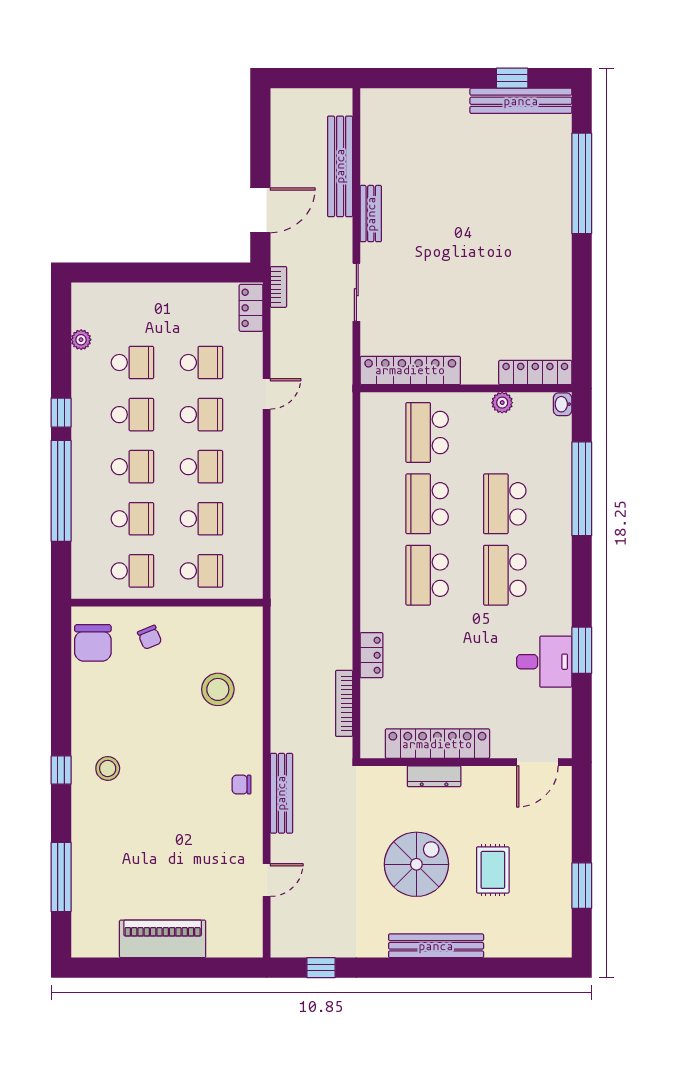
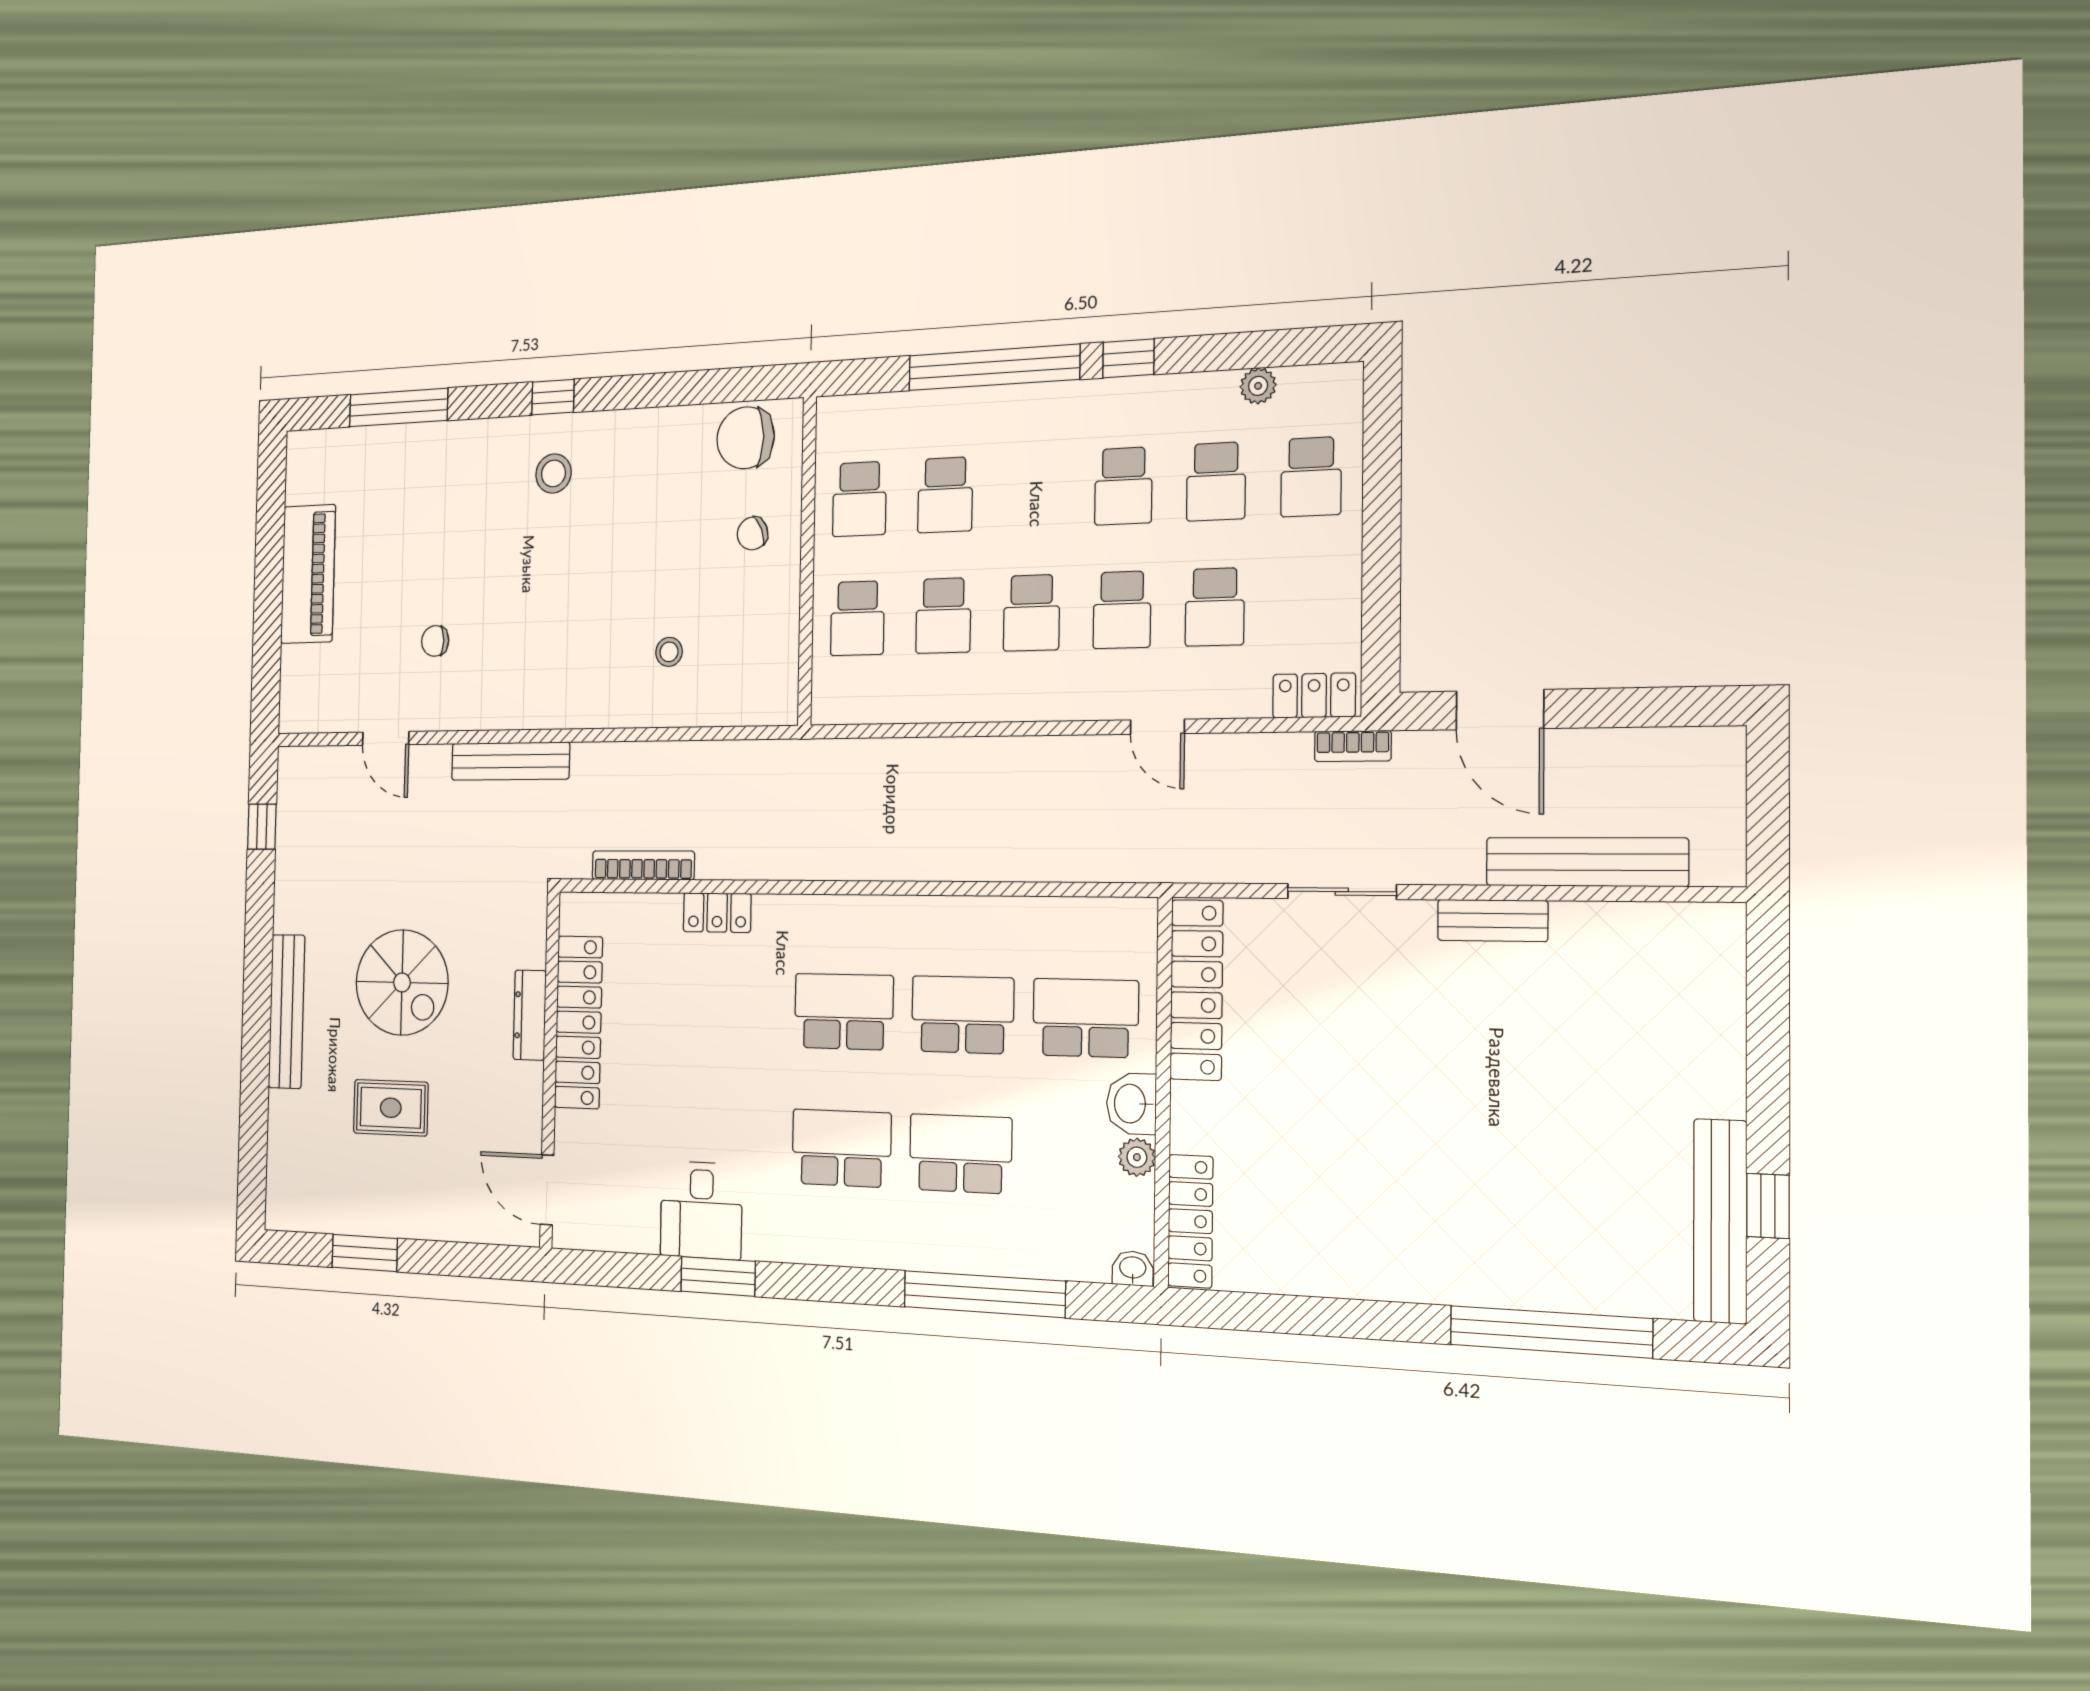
washbasin: (473, 406) -> (1131, 1104), added
school desk: (132, 467) -> (1311, 477), moved
stool: (218, 689) -> (669, 652), width x0.53, depth x0.53
chair: (241, 785) -> (435, 641), moved, turned -90

